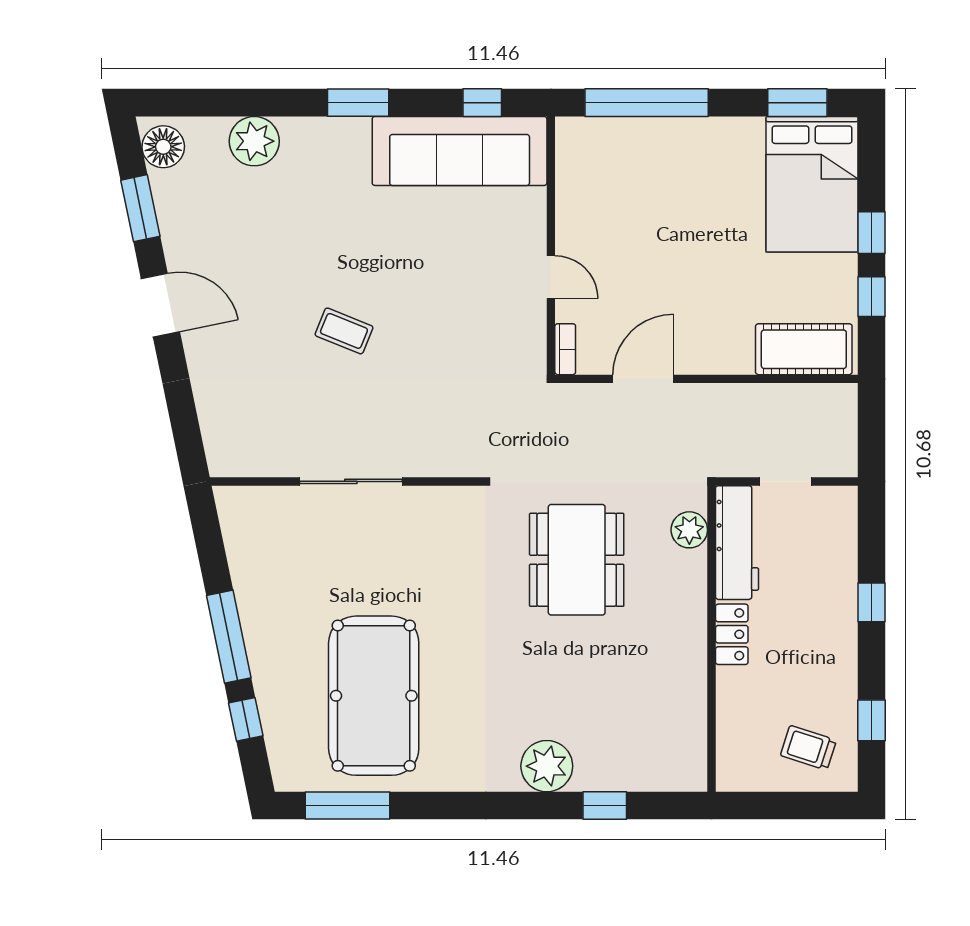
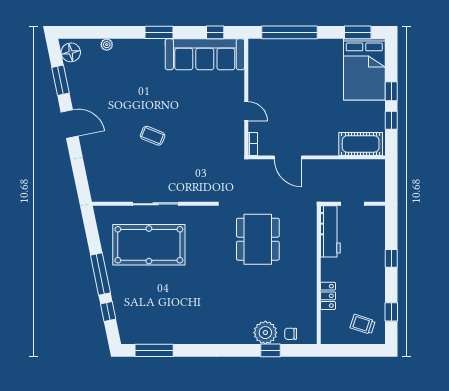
plant: (254, 141) -> (107, 45), width x0.53, depth x0.53
door: (643, 379) -> (288, 157), swing flipped
plant: (689, 530) -> (309, 226), removed
locker: (732, 634) -> (328, 296), moved
pool table: (374, 696) -> (149, 245), moved, turned 90
plant: (547, 766) -> (265, 333), moved
chair: (649, 769) -> (291, 334), added

